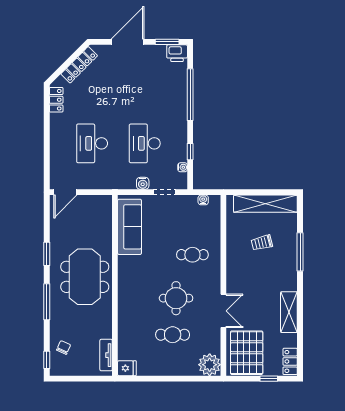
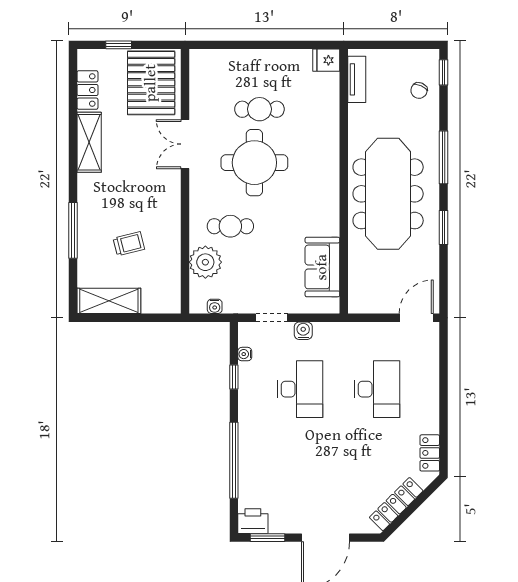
shelving: (265, 204) -> (109, 301), width x0.68
sofa: (130, 227) -> (322, 267), width x0.73
meeting table: (85, 277) -> (388, 194), width x1.36
round table: (176, 298) -> (254, 163), width x1.36, depth x1.36
locker: (290, 361) -> (87, 90), moved
plant: (210, 365) -> (205, 262), moved

